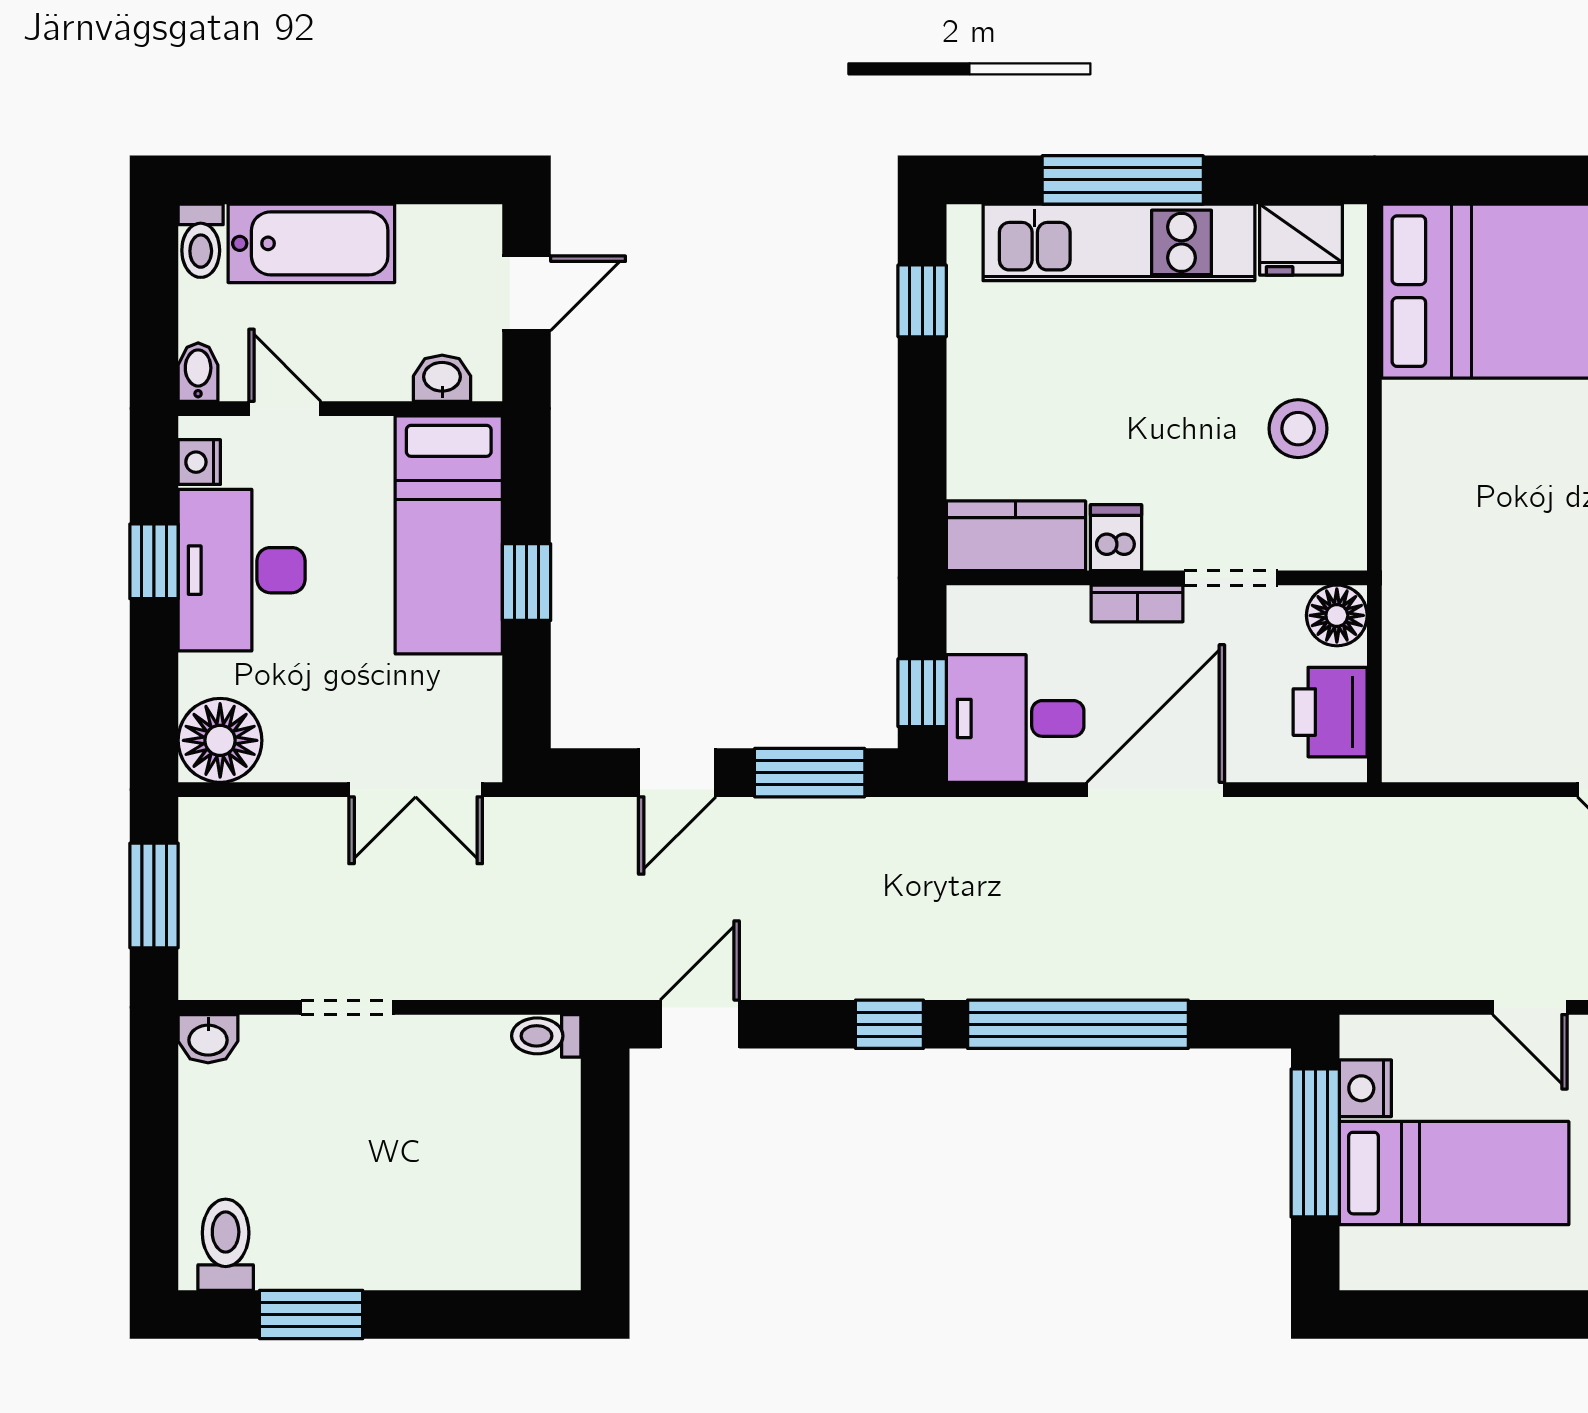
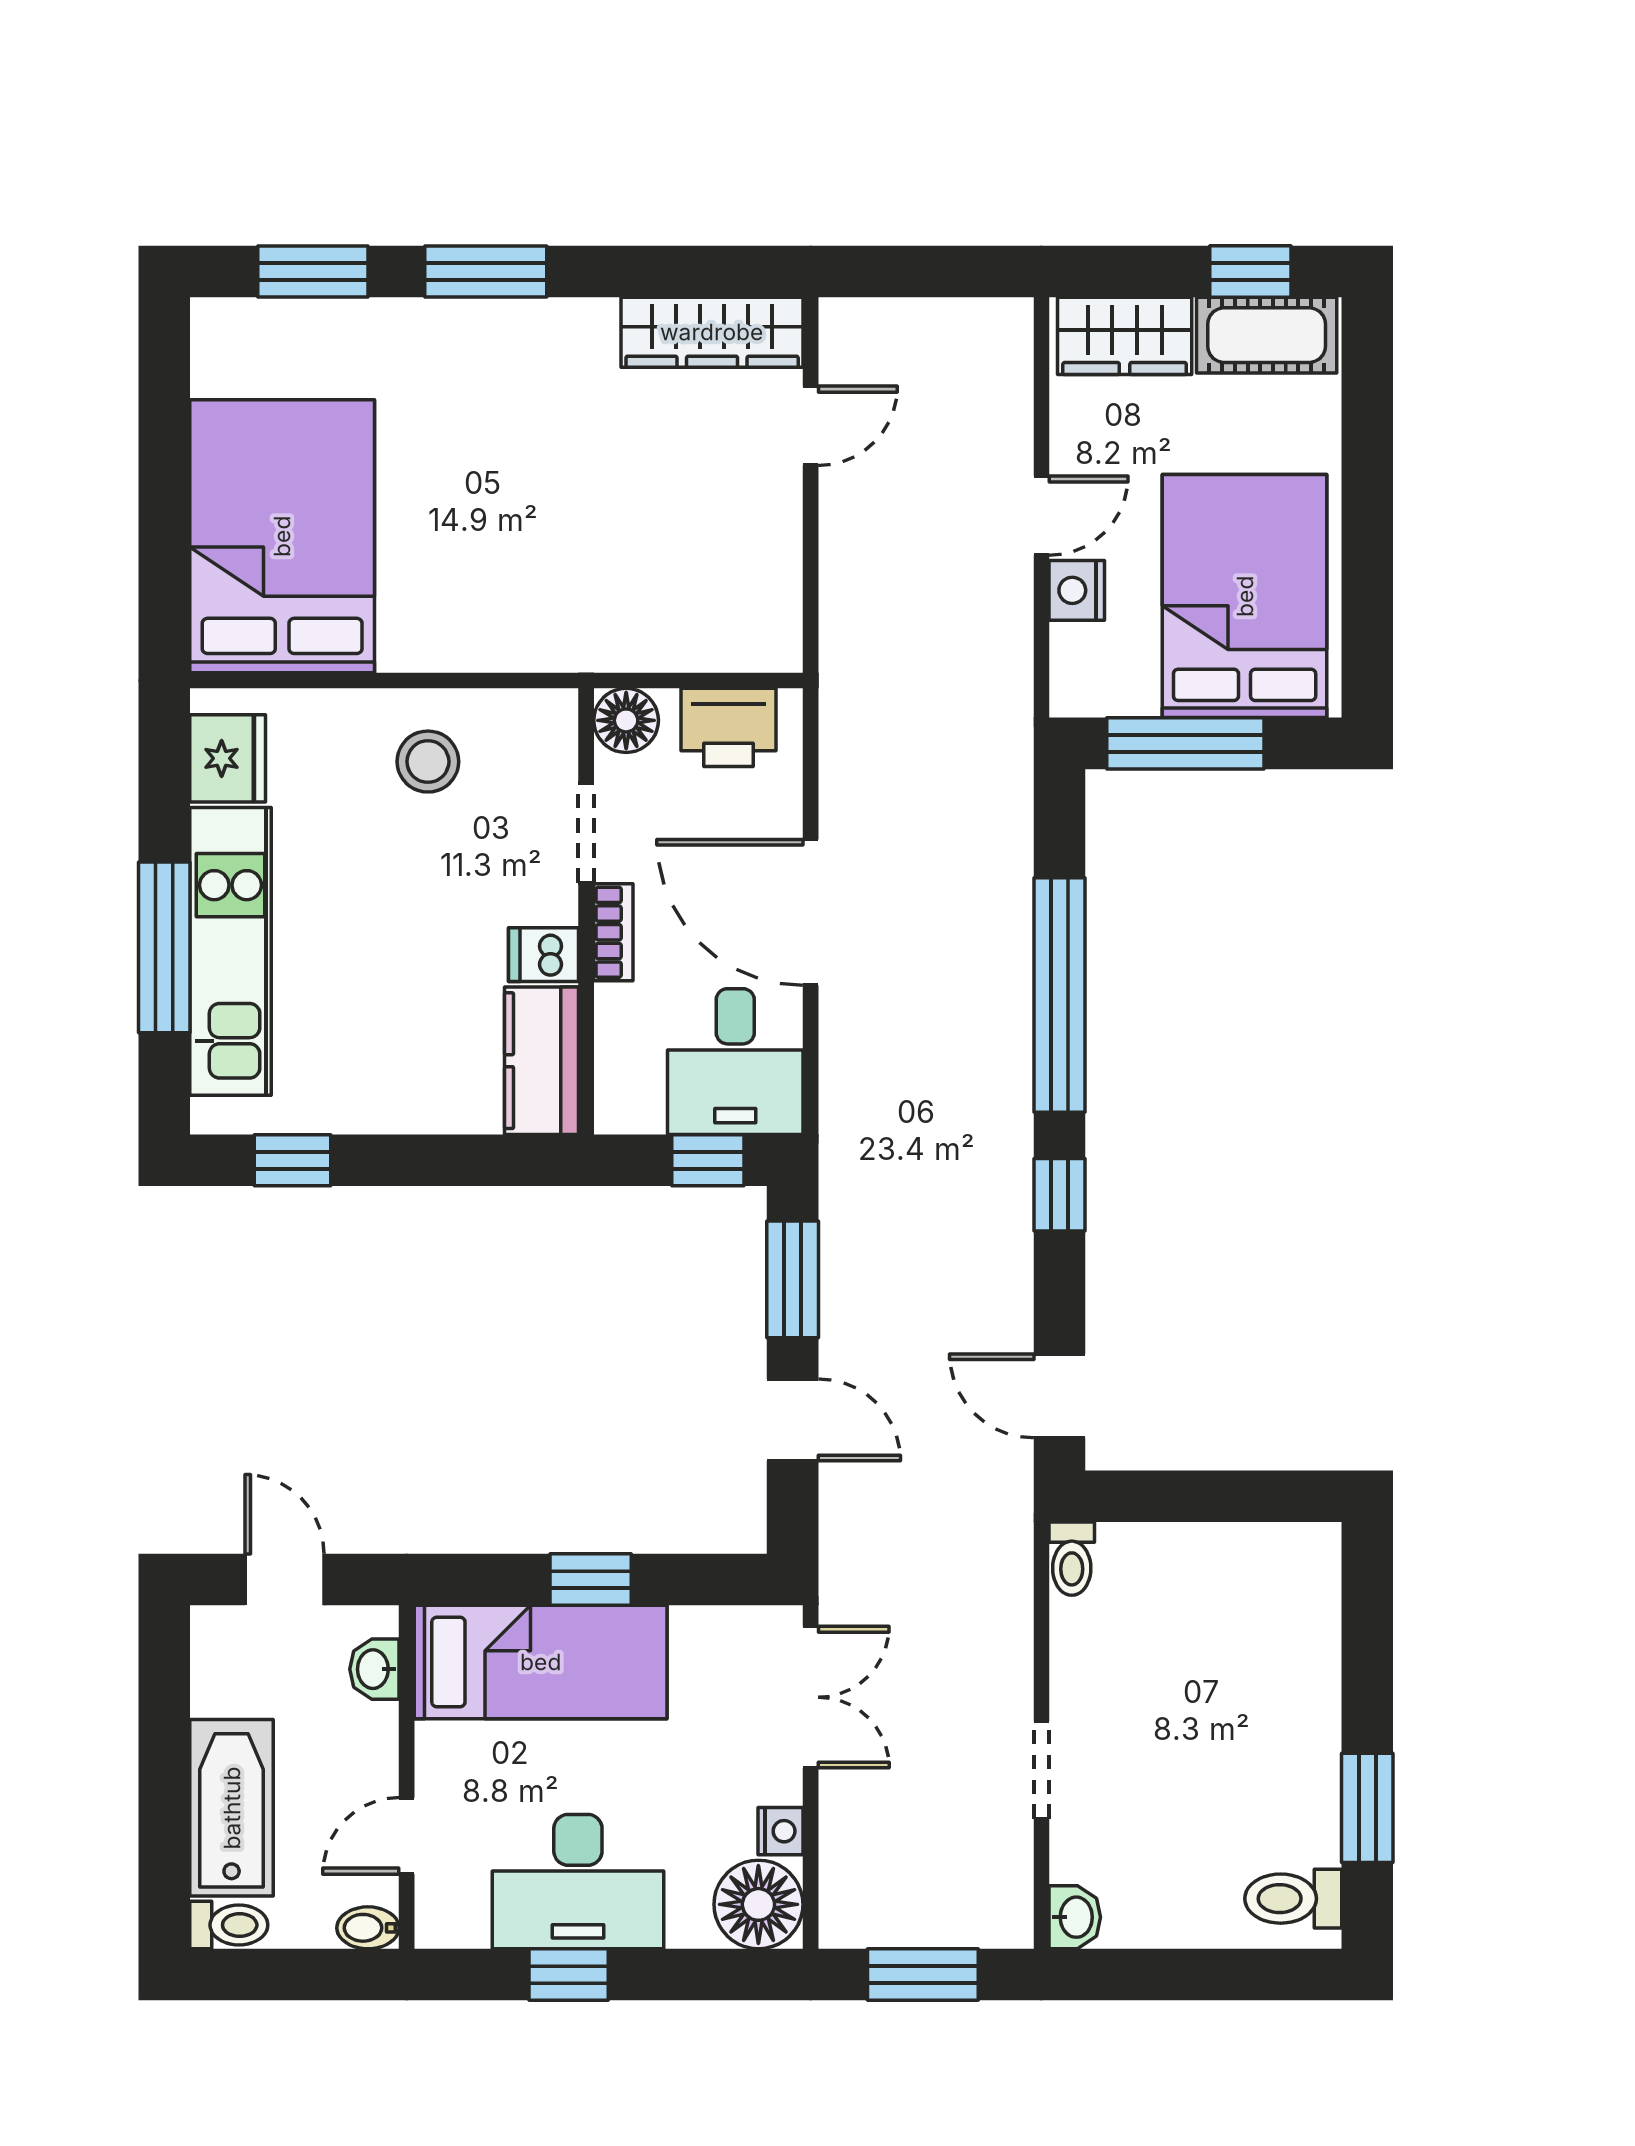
nightstand: (199, 462) -> (780, 1831), moved, turned -90
nightstand: (1365, 1088) -> (1077, 590), moved, turned 90
bed: (1454, 1173) -> (1245, 596), width x1.50

